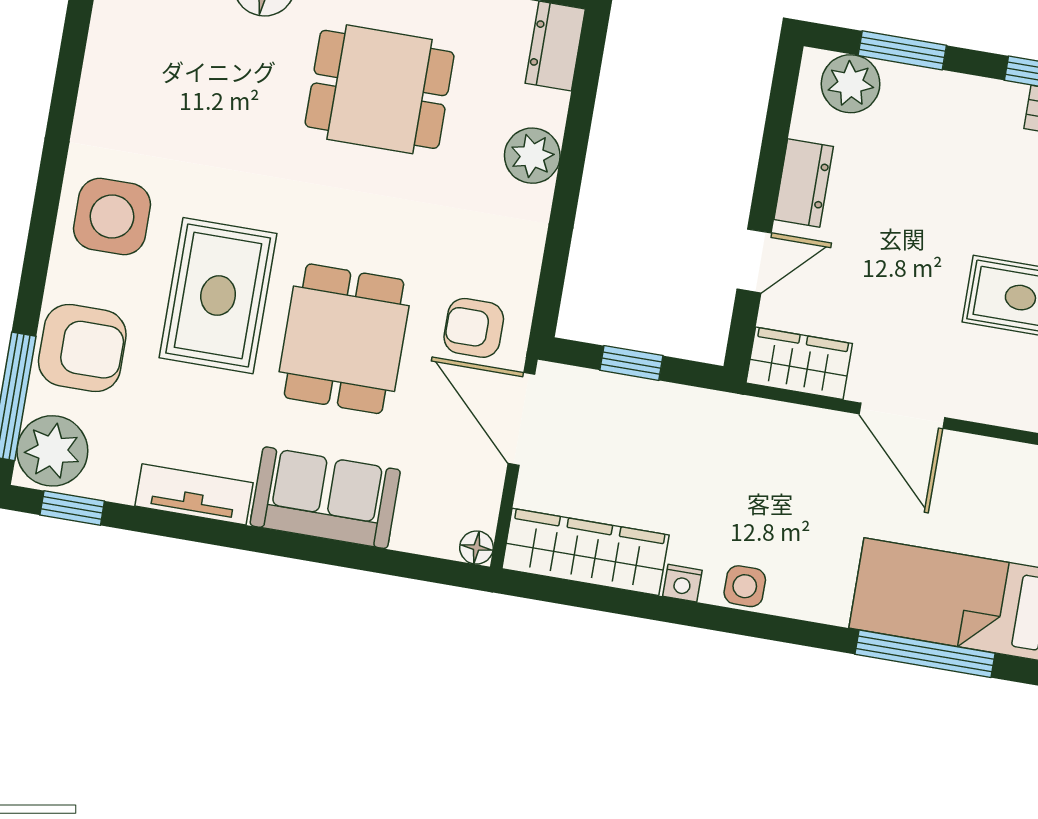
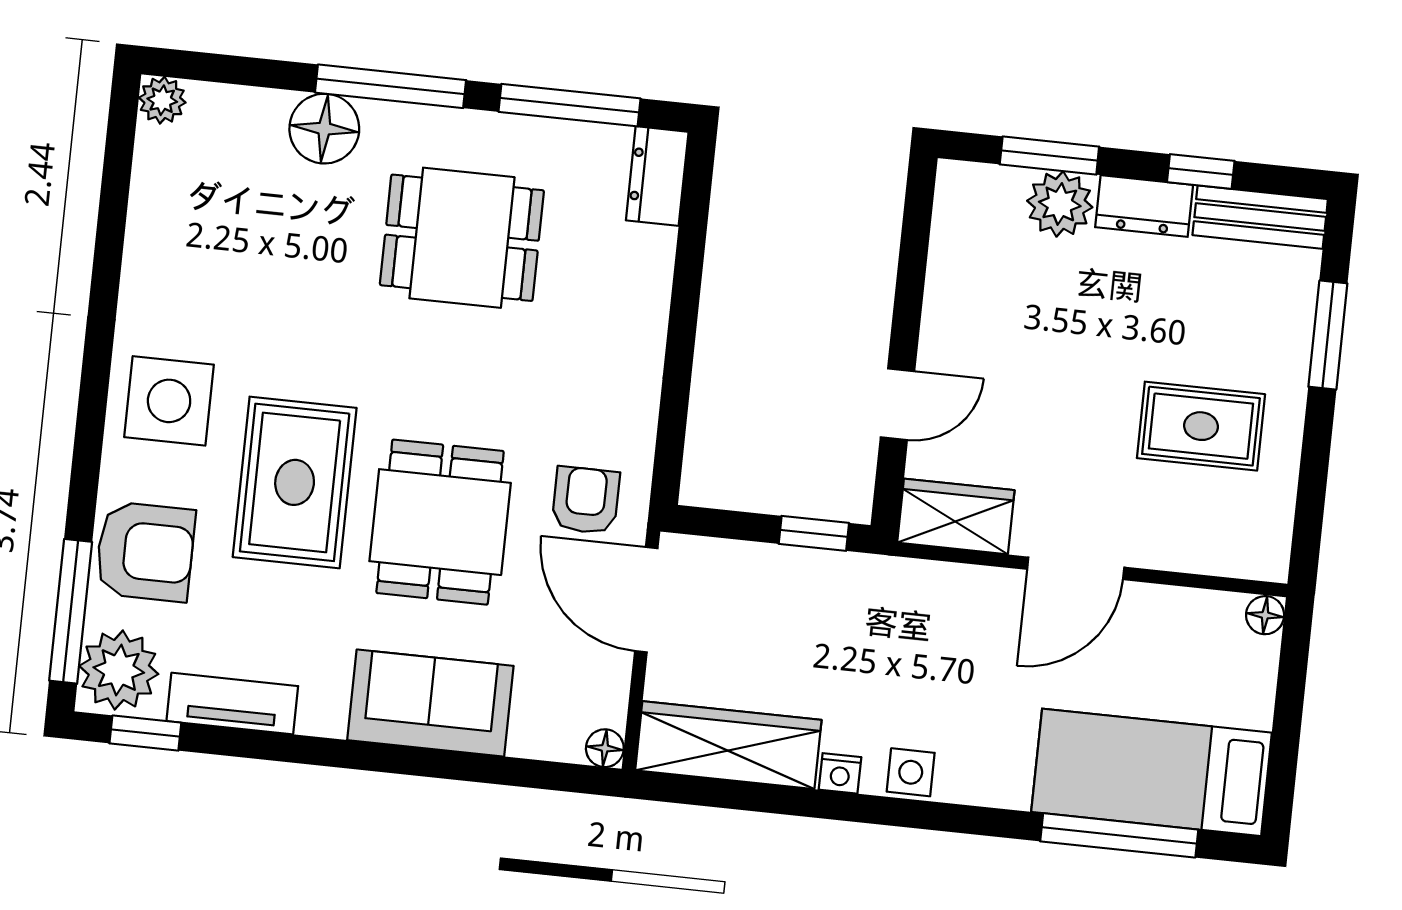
plant: (851, 84) -> (1060, 204), moved
plant: (532, 156) -> (639, 301), removed
dresser: (804, 183) -> (1144, 206), moved, turned 90
armchair: (474, 328) -> (586, 500), turned 90
window: (631, 363) -> (814, 533), moved
door: (902, 416) -> (1076, 568), hinge flipped
tv unit: (194, 494) -> (232, 704), moved

